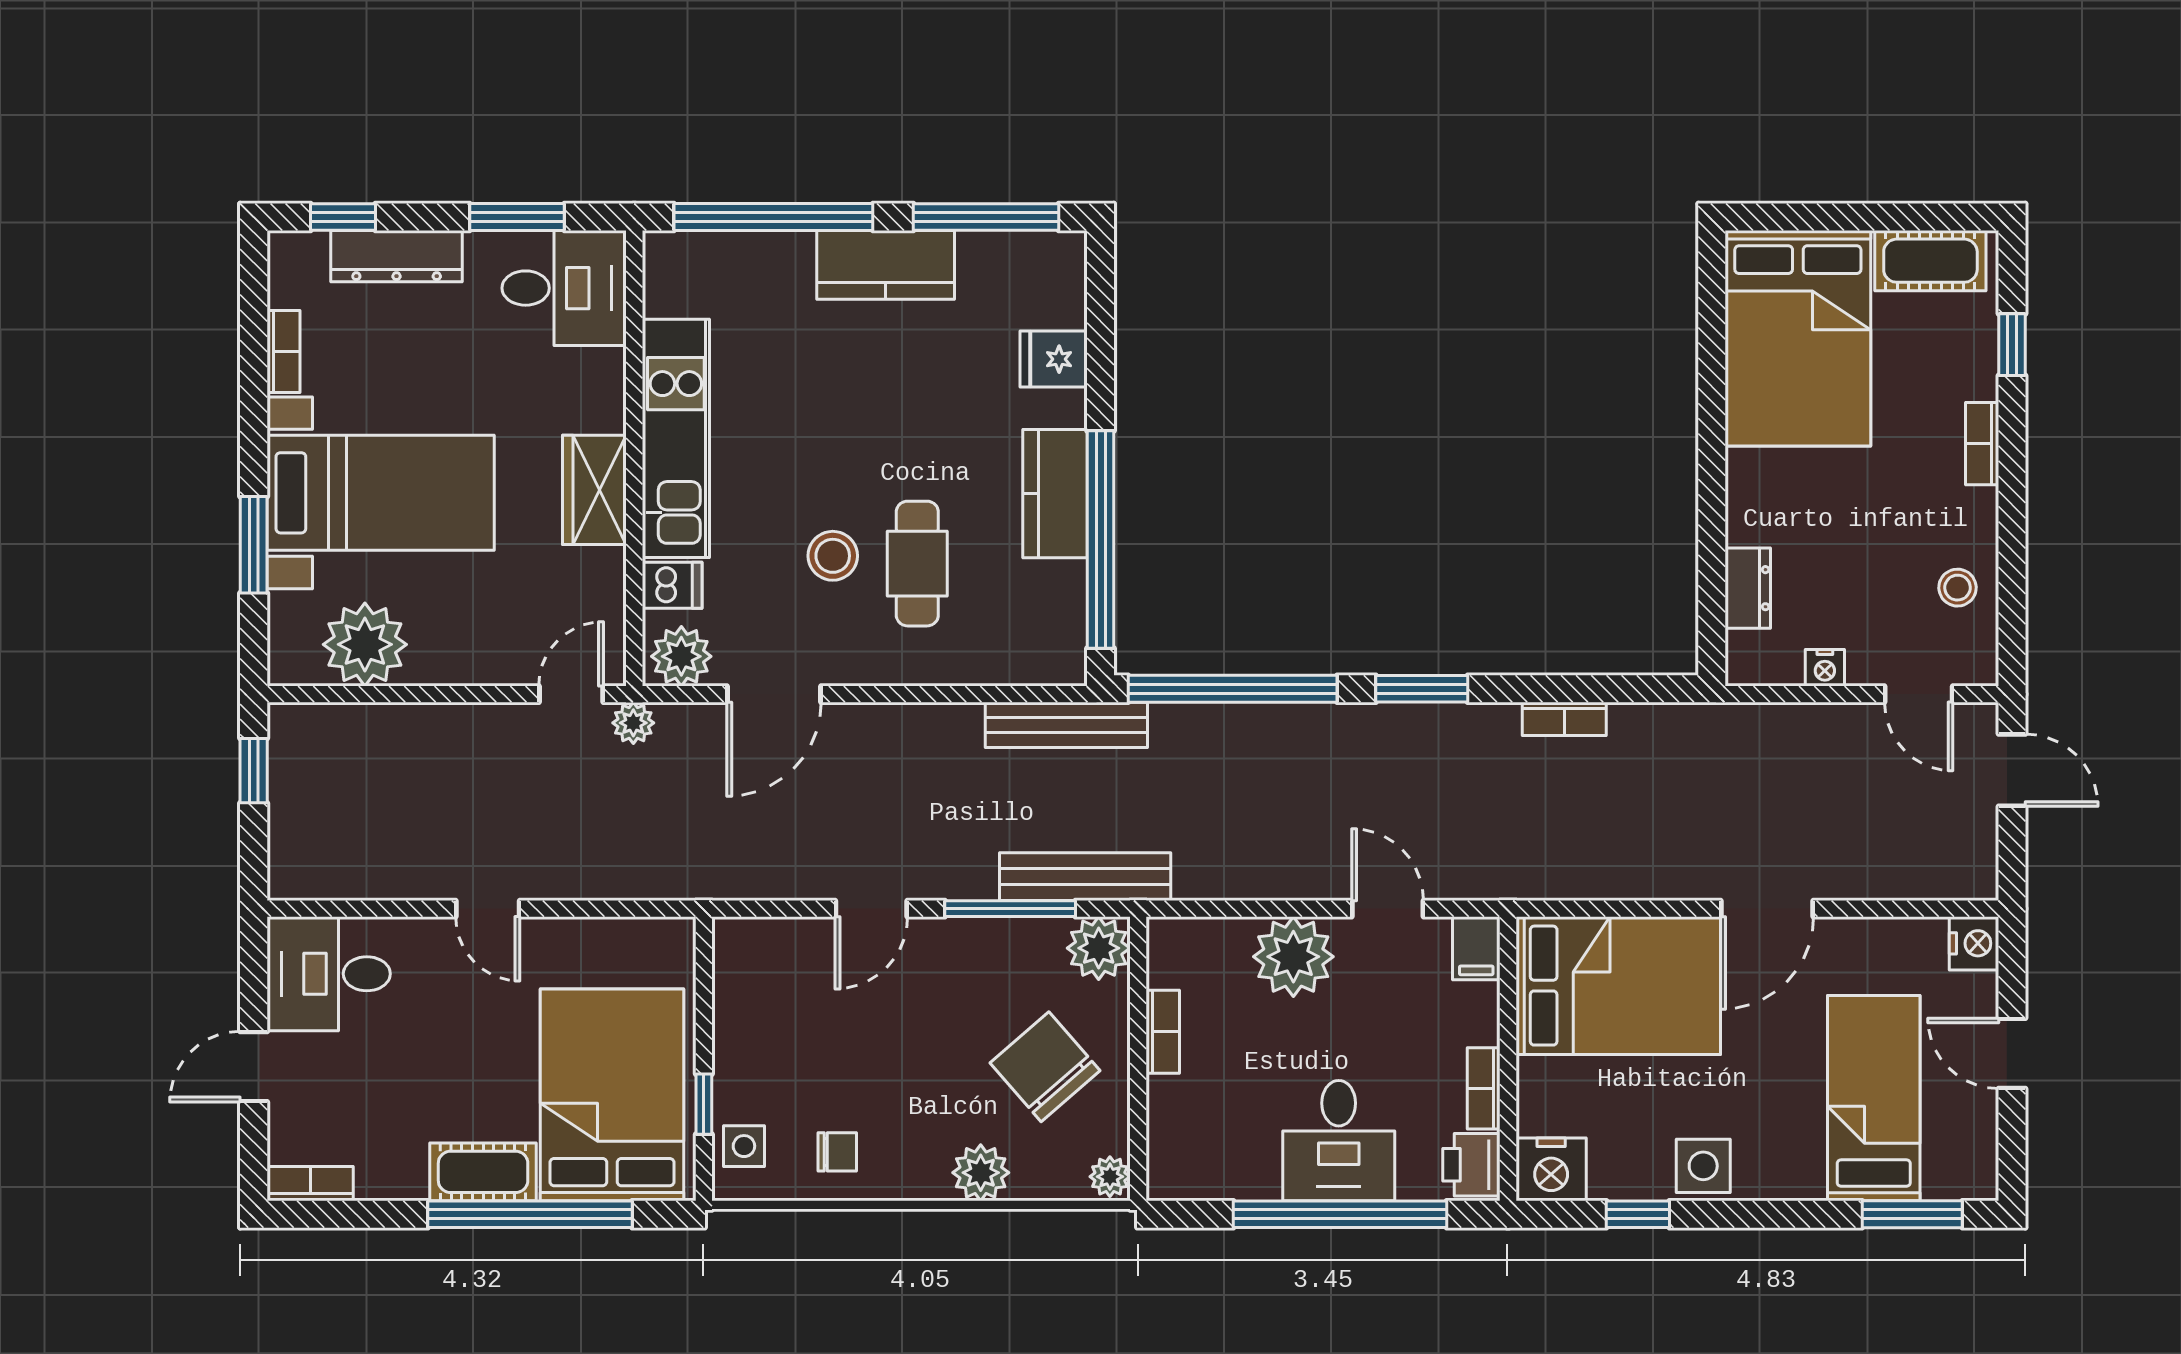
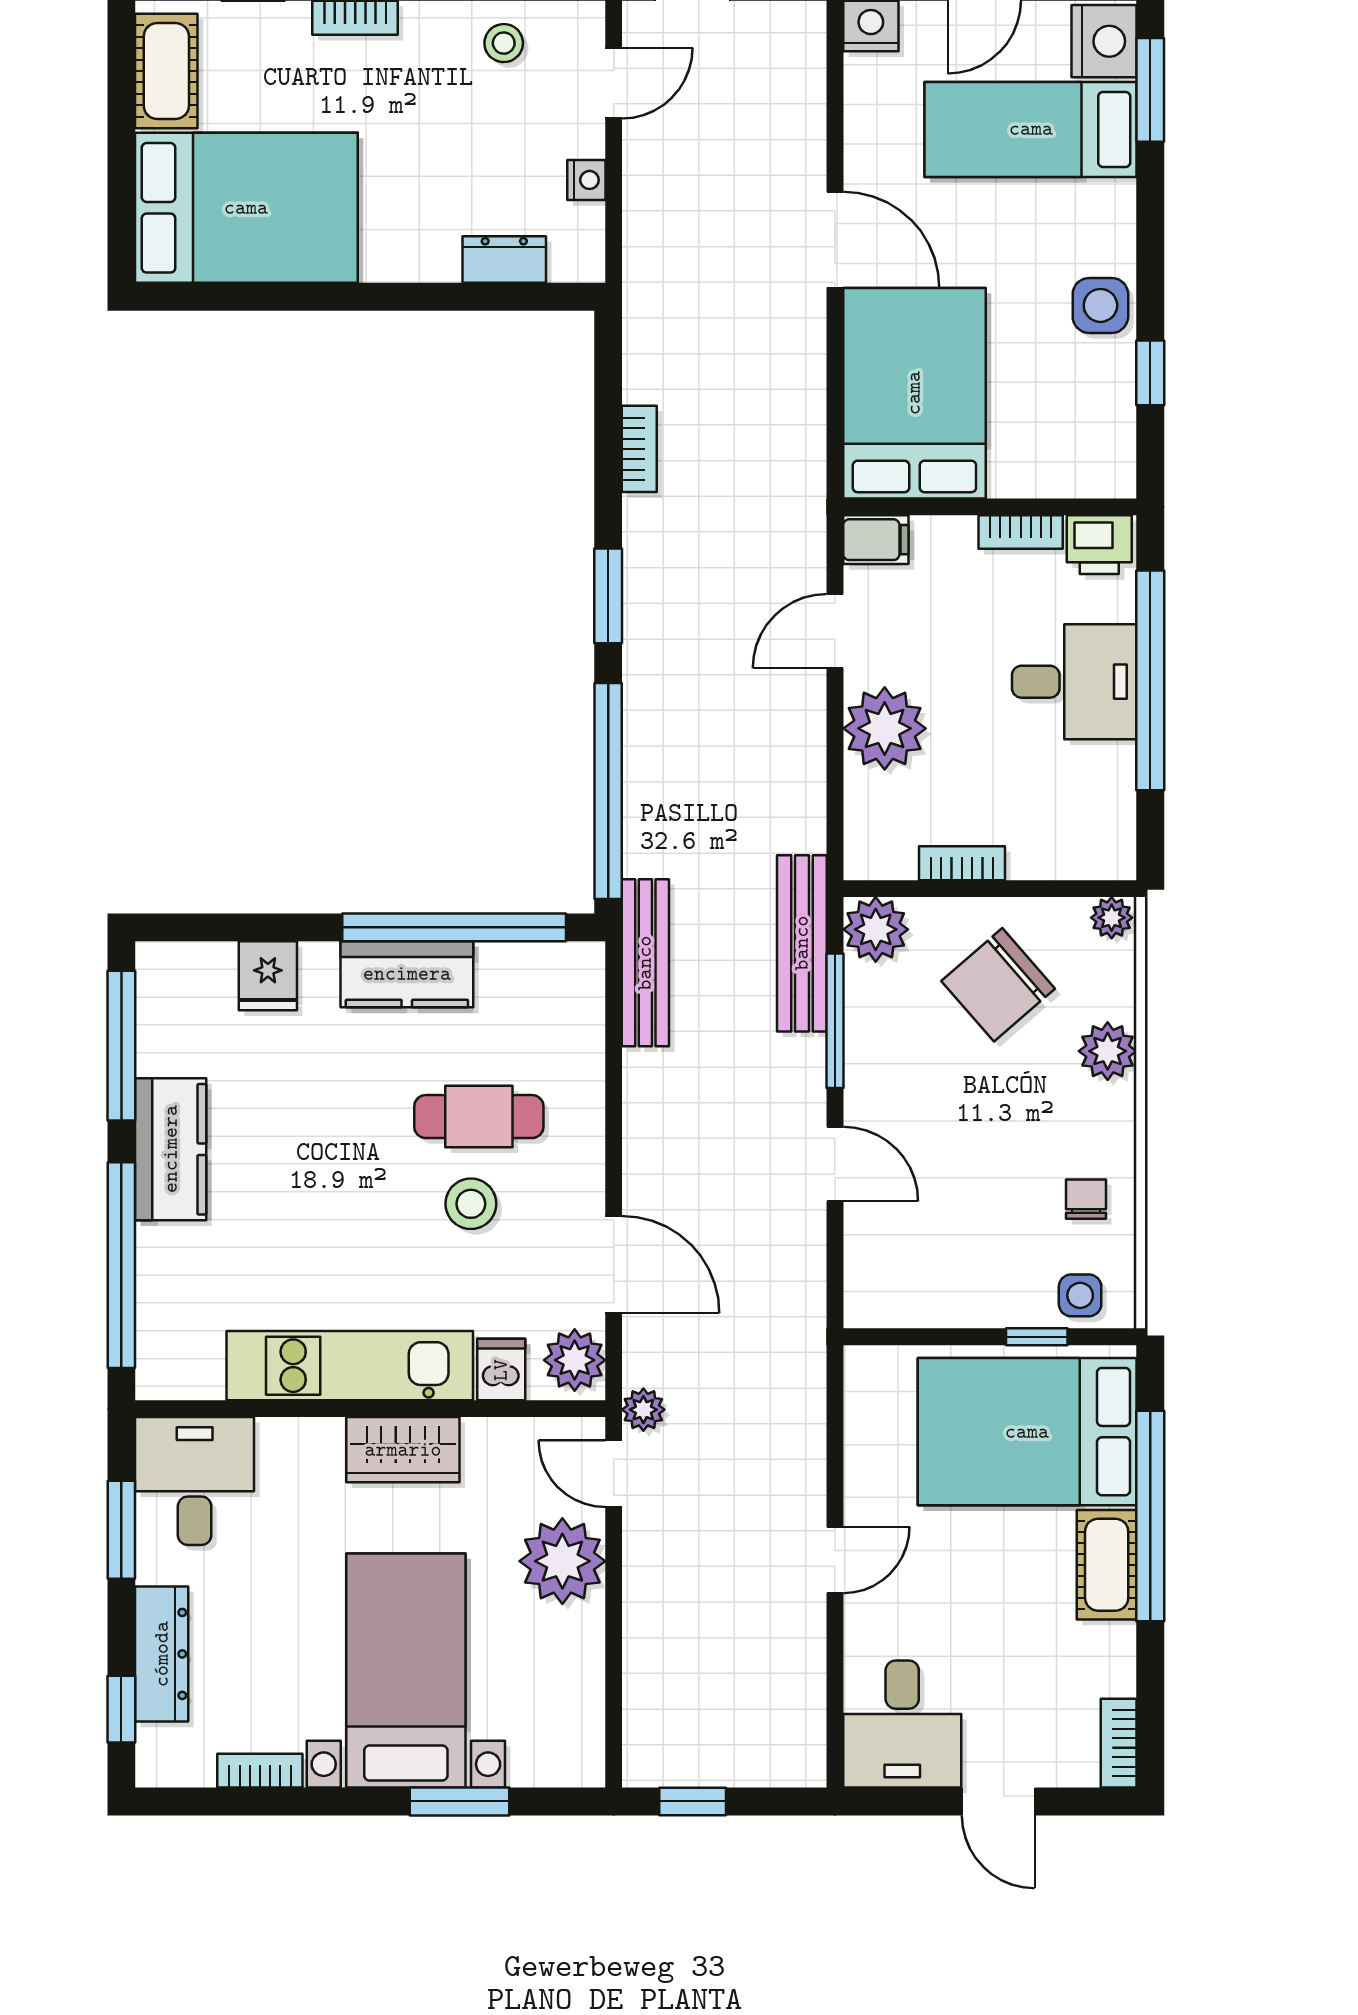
plant: (365, 644) -> (562, 1561), moved
nightstand: (1551, 1169) -> (1104, 41), moved

